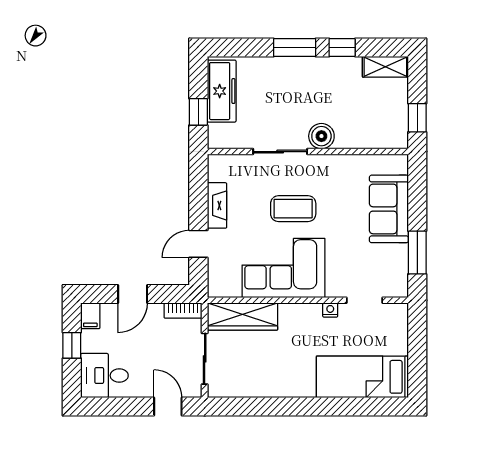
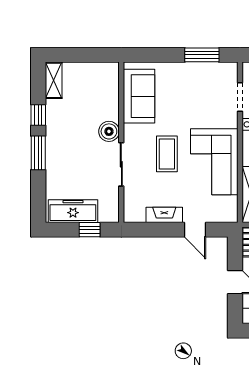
window: (417, 118) -> (94, 55), removed
sofa: (389, 209) -> (139, 96), moved, turned -90

